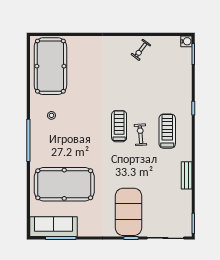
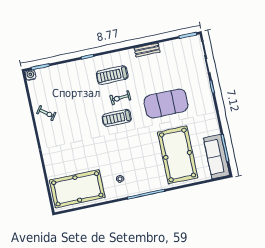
exercise mat: (129, 212) -> (166, 104), moved

